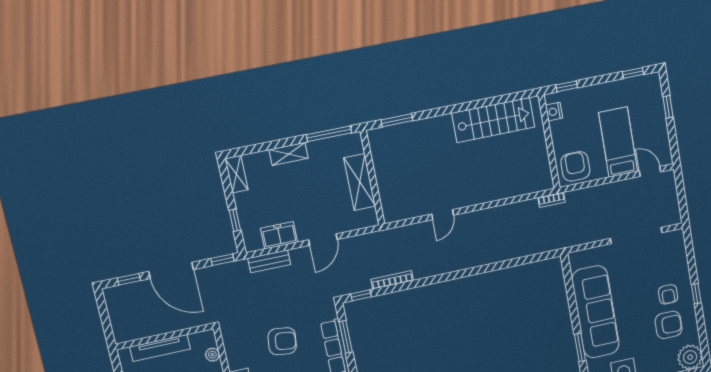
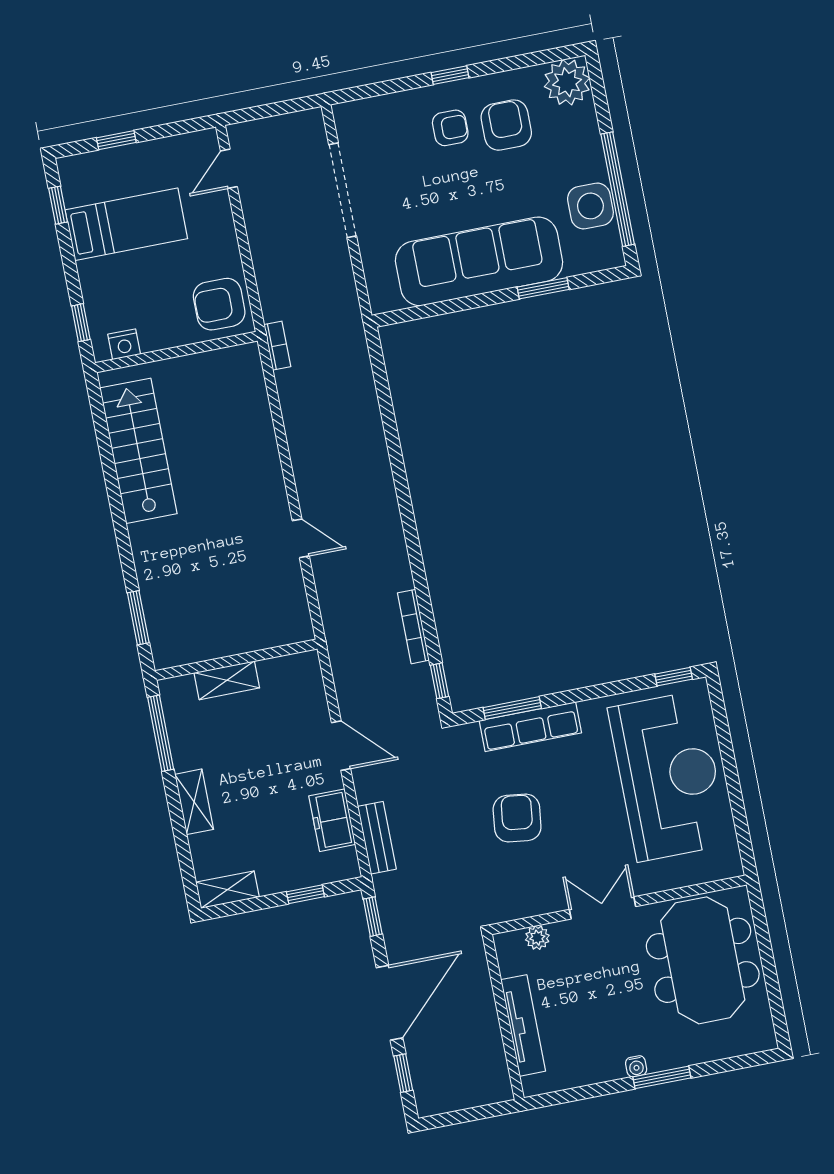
bed: (618, 142) -> (126, 224), moved, turned 180
shelving: (360, 182) -> (227, 680), width x0.67, depth x0.75

